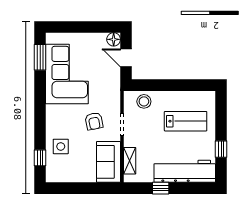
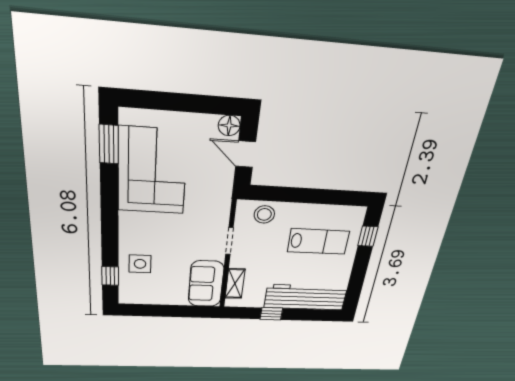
armchair: (94, 121) -> (190, 236), removed
window: (221, 149) -> (368, 236), moved

